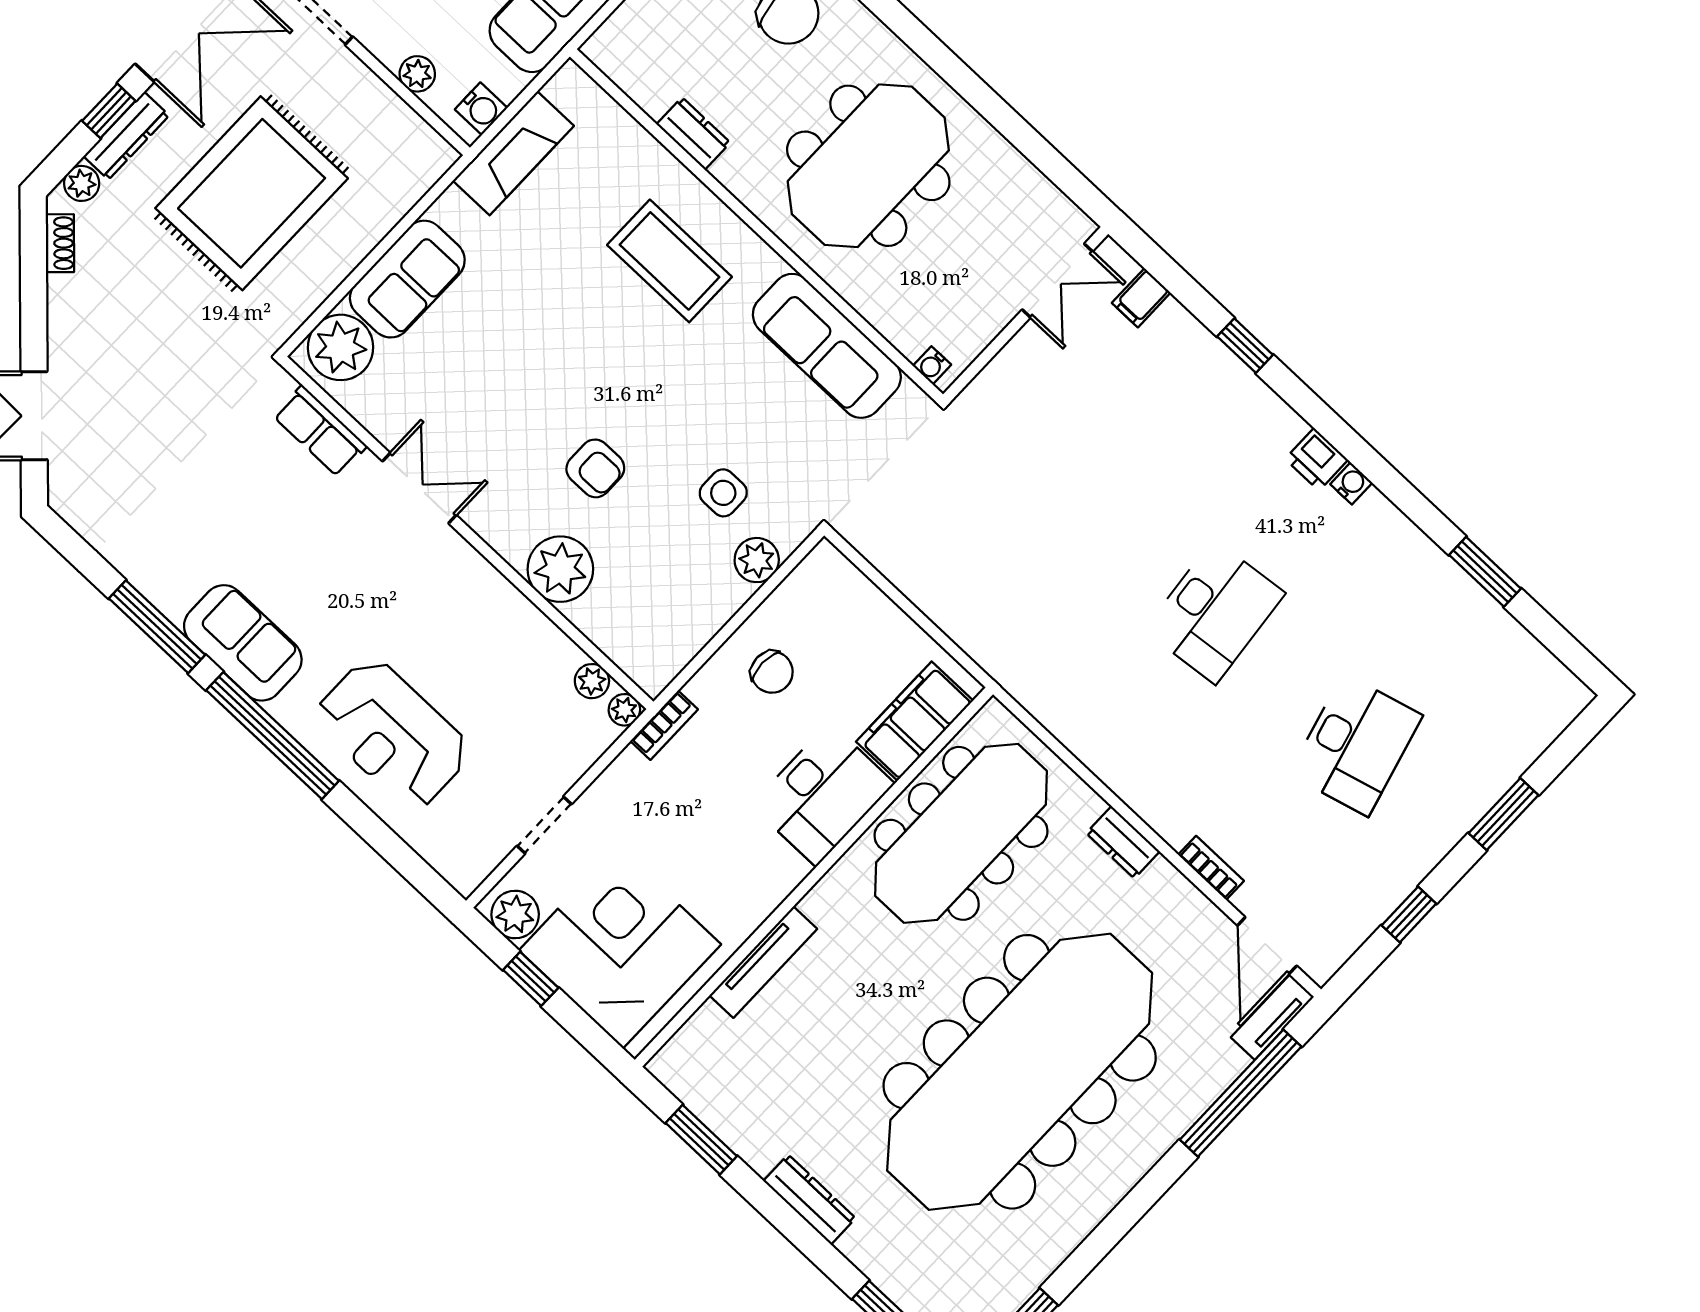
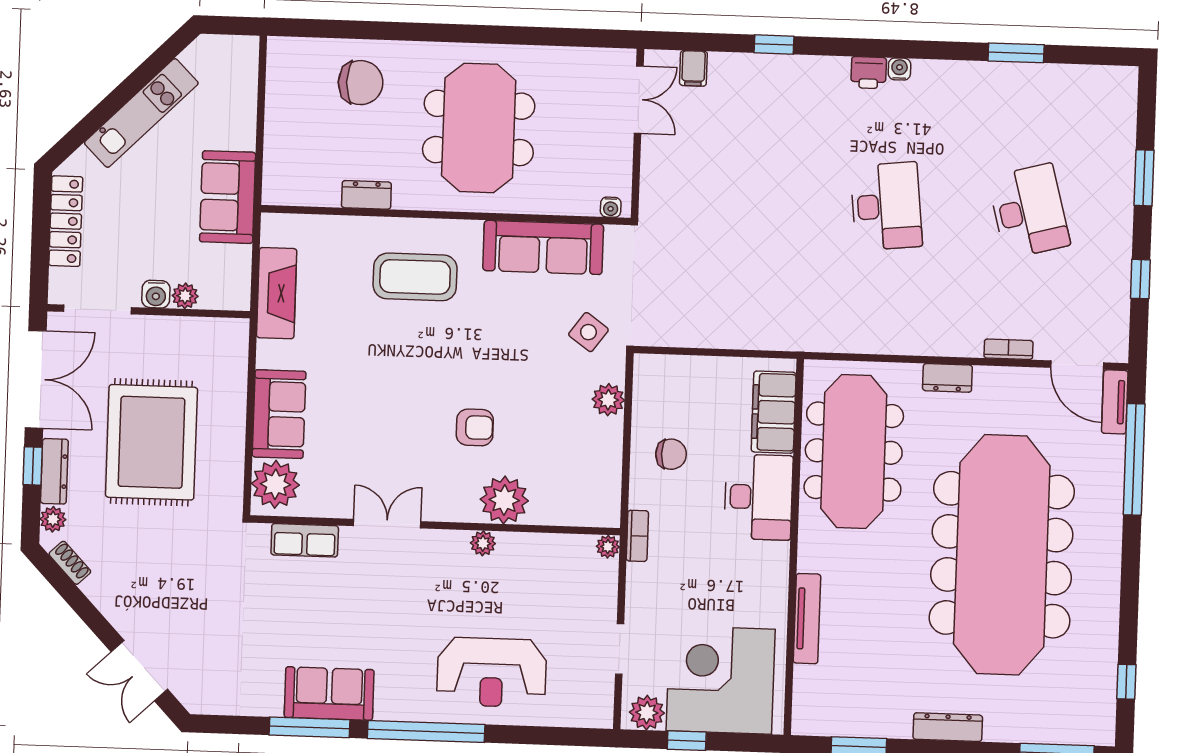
water cooler: (481, 109) -> (156, 294), moved, turned 90
side table: (723, 493) -> (588, 332), moved, turned 36
sofa: (243, 643) -> (329, 693), moved
plant: (592, 681) -> (483, 543), moved

